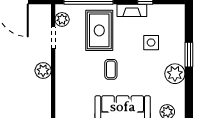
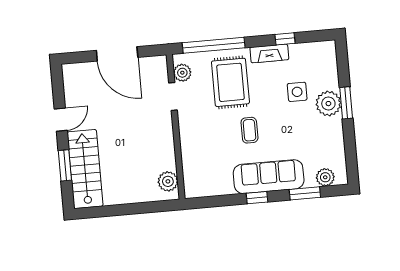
plant: (43, 71) -> (168, 181), moved
plant: (175, 74) -> (328, 104), moved

